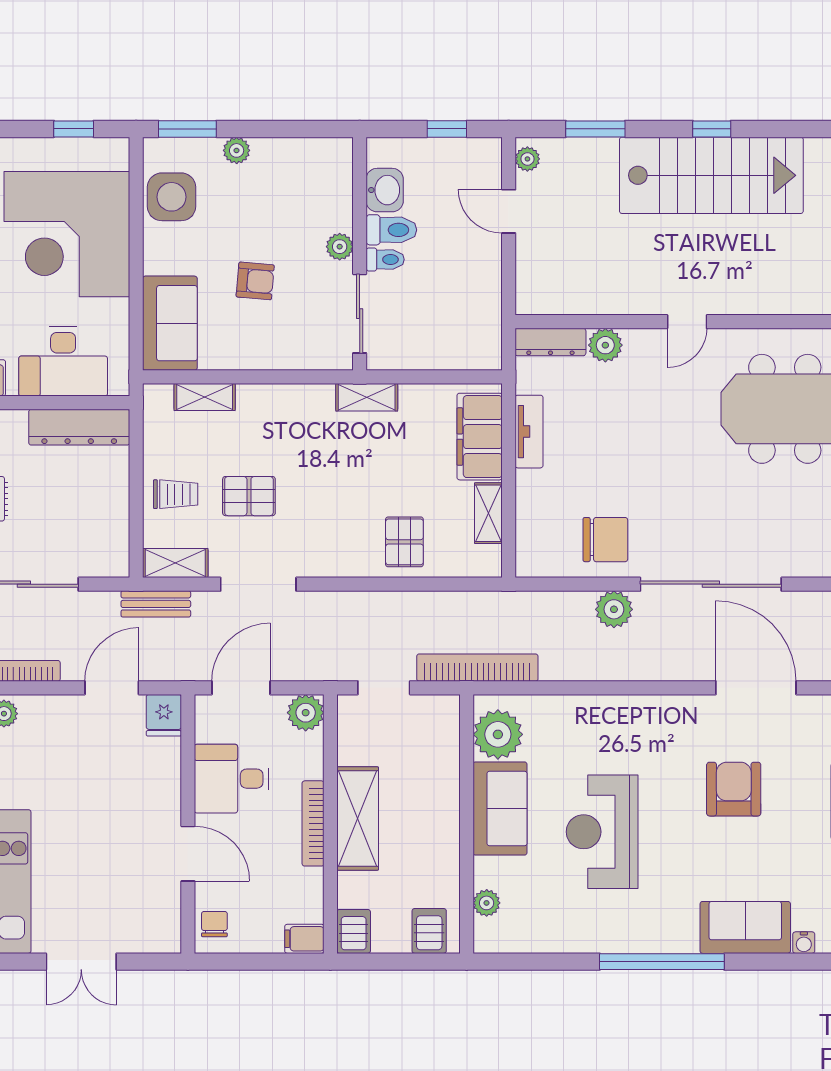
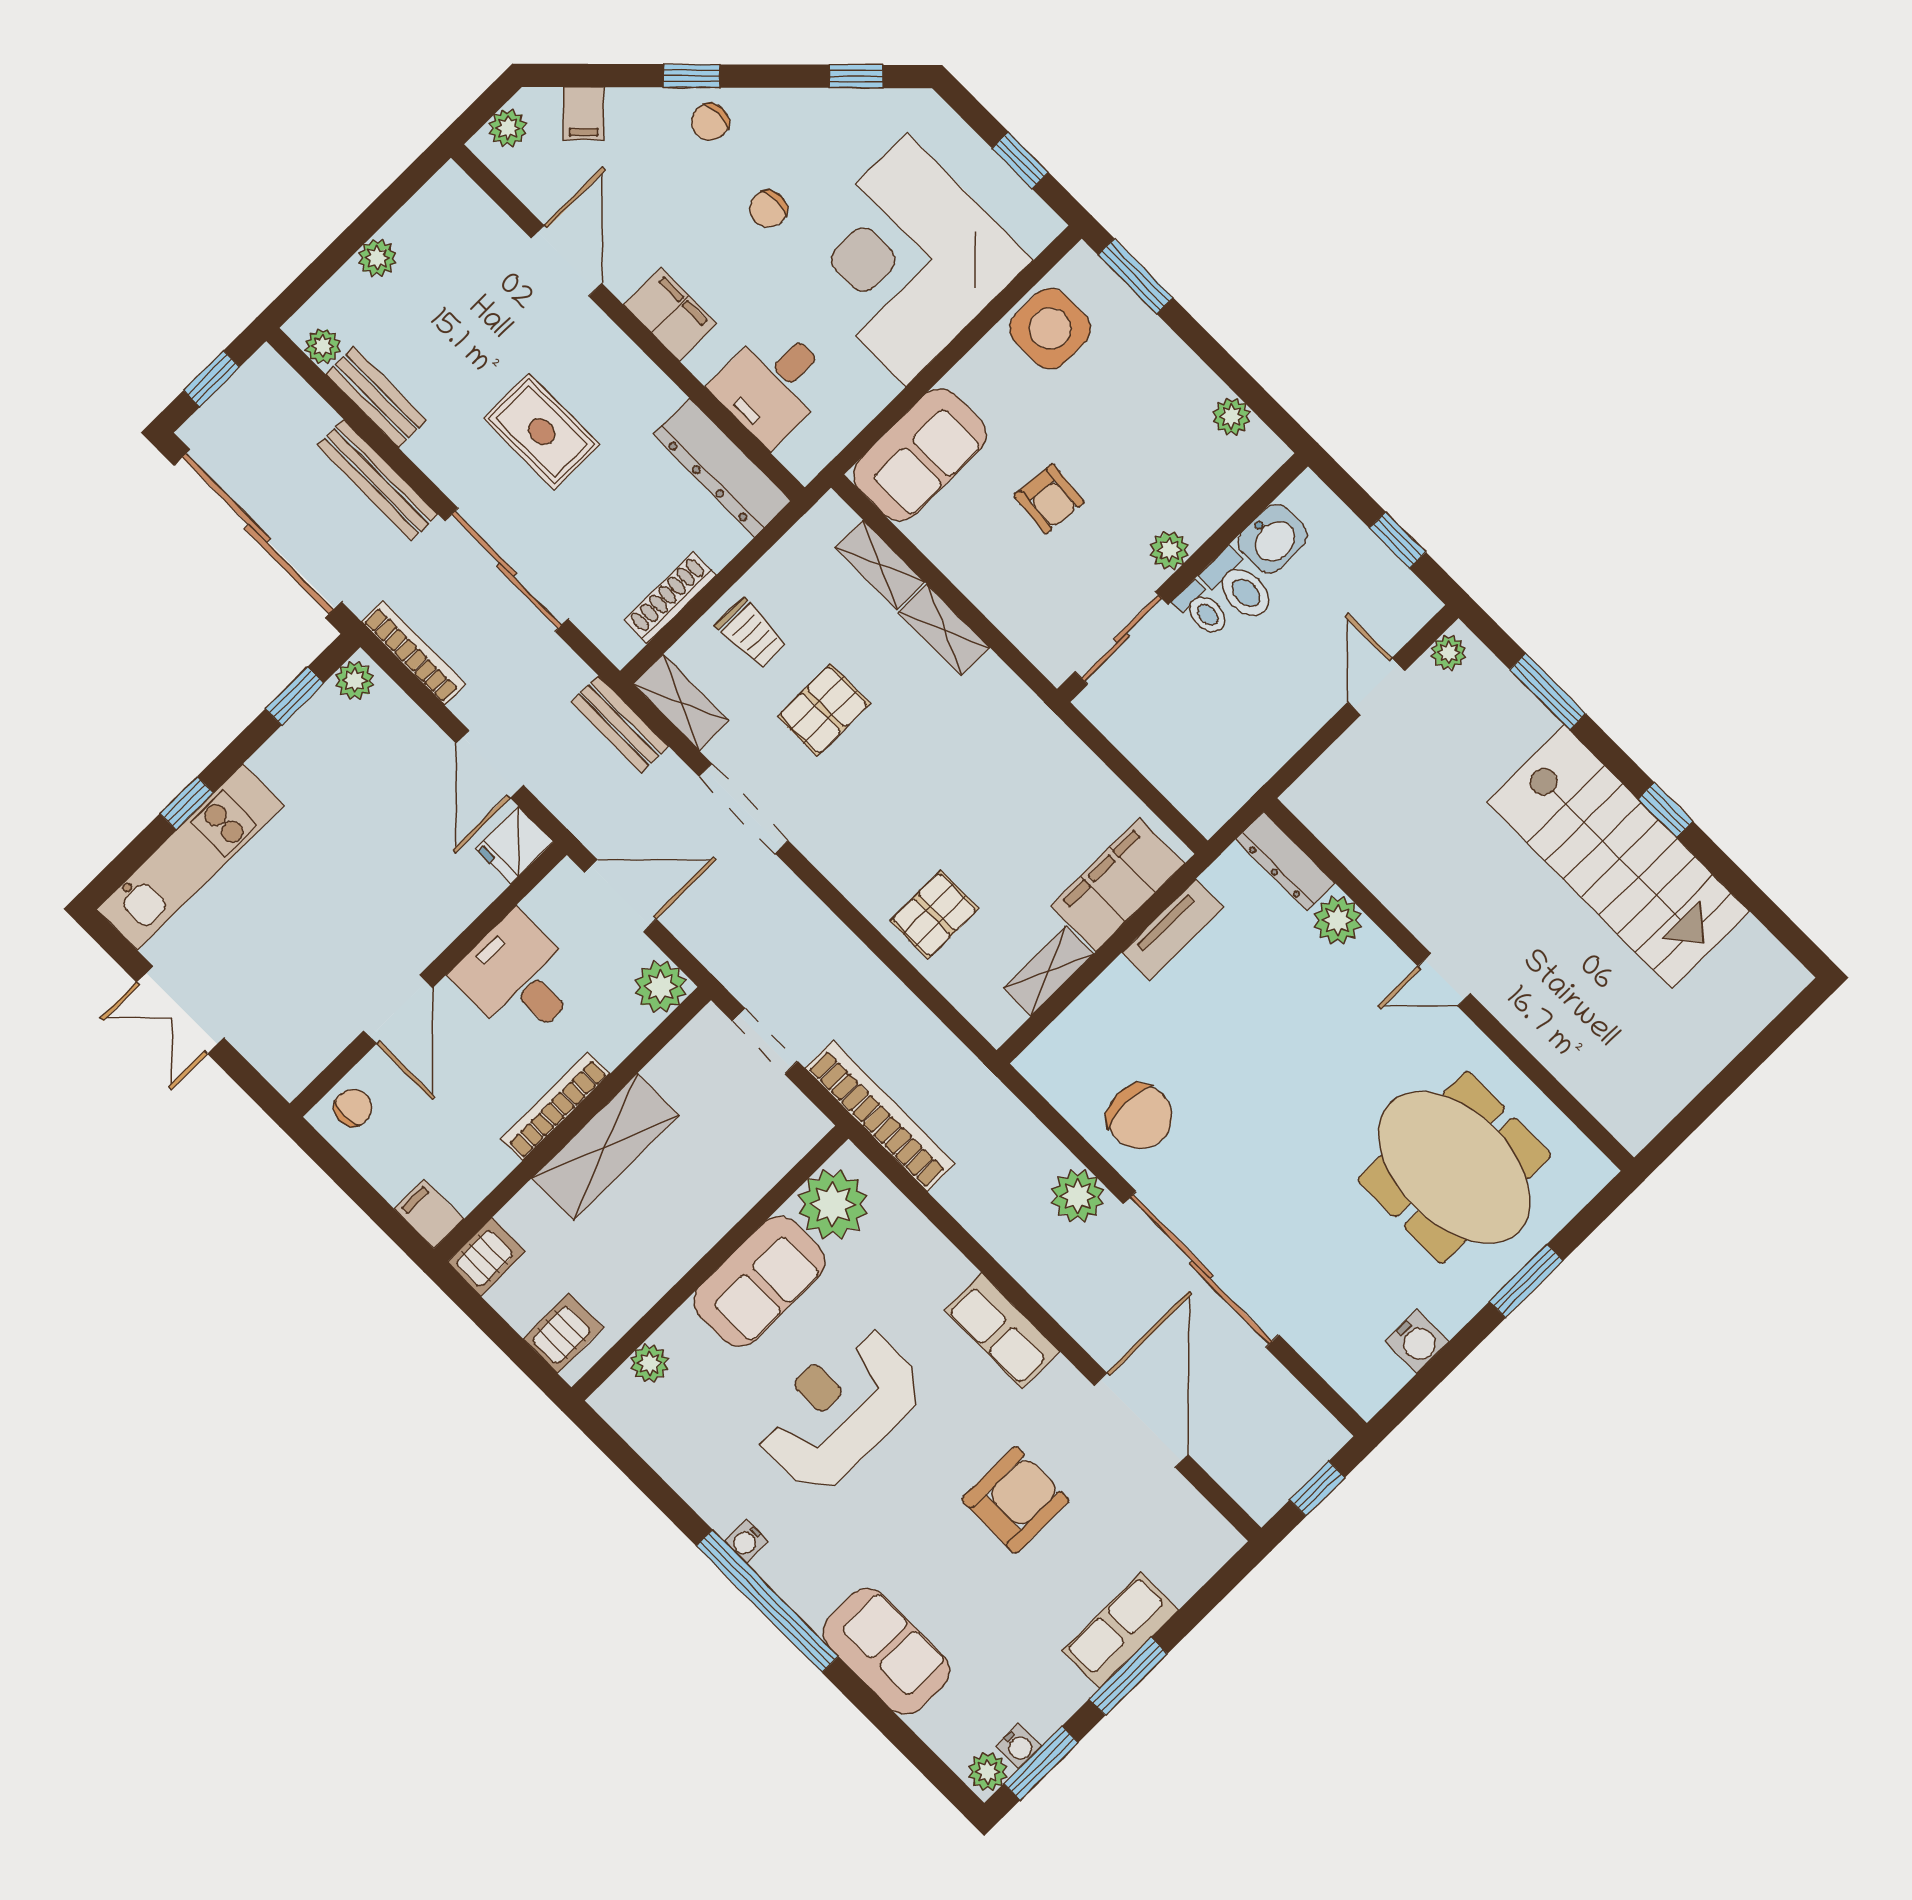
plant: (237, 150) -> (1231, 417), moved
desk: (63, 361) -> (773, 385), width x0.73
shelving: (367, 397) -> (944, 630), moved
pallet: (249, 496) -> (824, 710), turned 90
shoe rack: (118, 517) -> (670, 598), added
door: (112, 688) -> (490, 764), swing flipped
row of seats: (644, 713) -> (1002, 1331), added
water cooler: (804, 943) -> (746, 1541), moved

